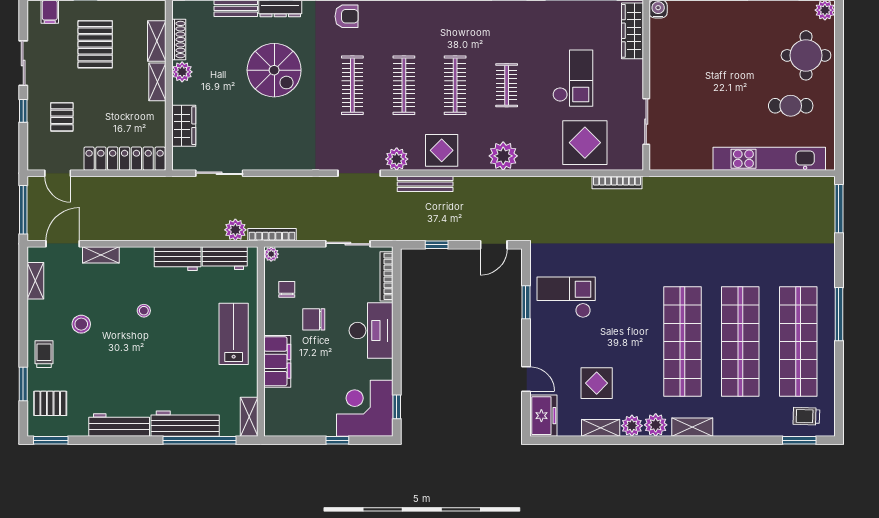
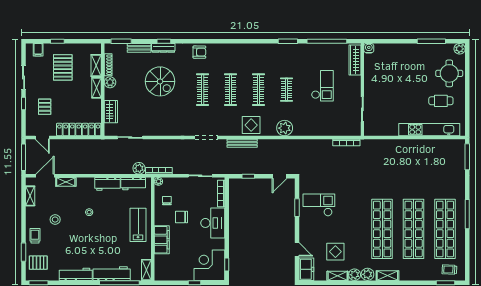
display table: (585, 143) -> (329, 121), removed
plant: (397, 159) -> (227, 130), removed

